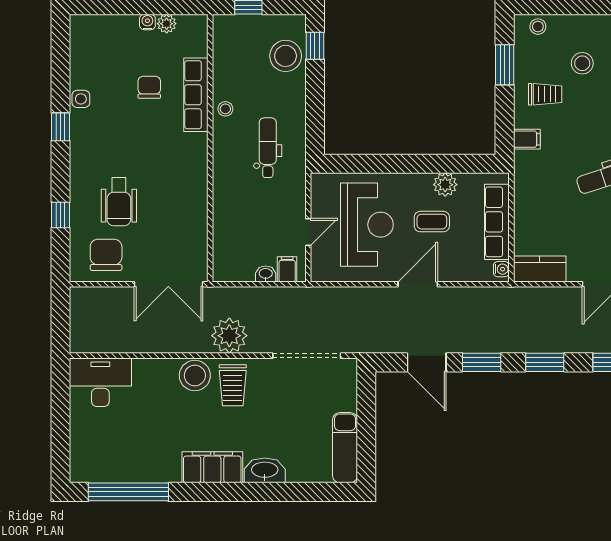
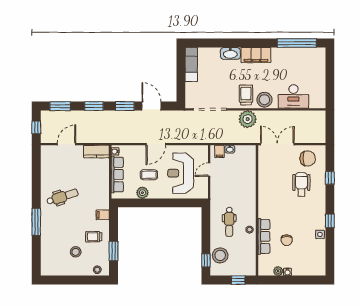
dental chair: (268, 148) -> (229, 222), moved
chair: (106, 255) -> (308, 158), turned -90
desk: (100, 382) -> (293, 96), moved

